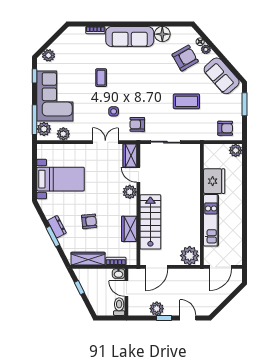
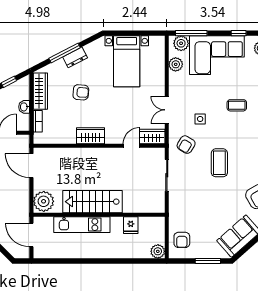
coffee table: (186, 101) -> (219, 163), moved
armchair: (137, 124) -> (186, 145), turned -149
double door: (105, 142) -> (167, 110), swing flipped
fridge: (214, 181) -> (131, 225), width x0.53, depth x0.75
plant: (130, 192) -> (113, 136), removed
armchair: (89, 221) -> (81, 92), turned -80
stairs: (150, 222) -> (93, 202), moved, turned 180
wardrobe: (129, 229) -> (90, 136), moved
window: (53, 236) -> (65, 53), width x1.44
washbasin: (119, 274) -> (24, 107), moved

